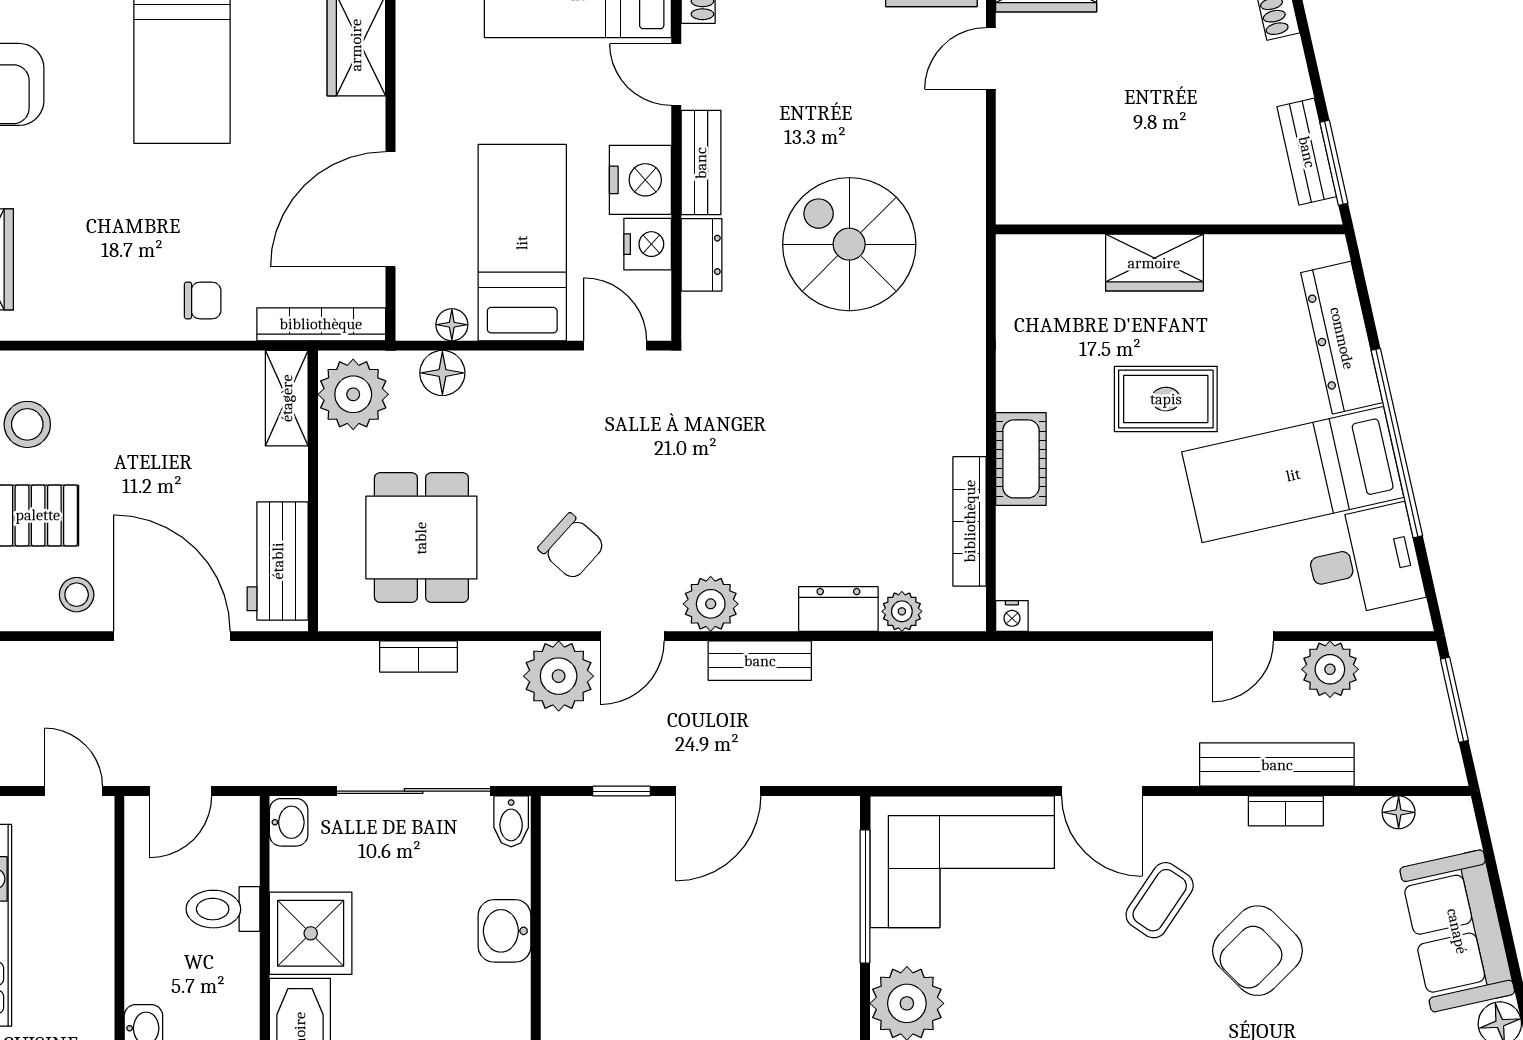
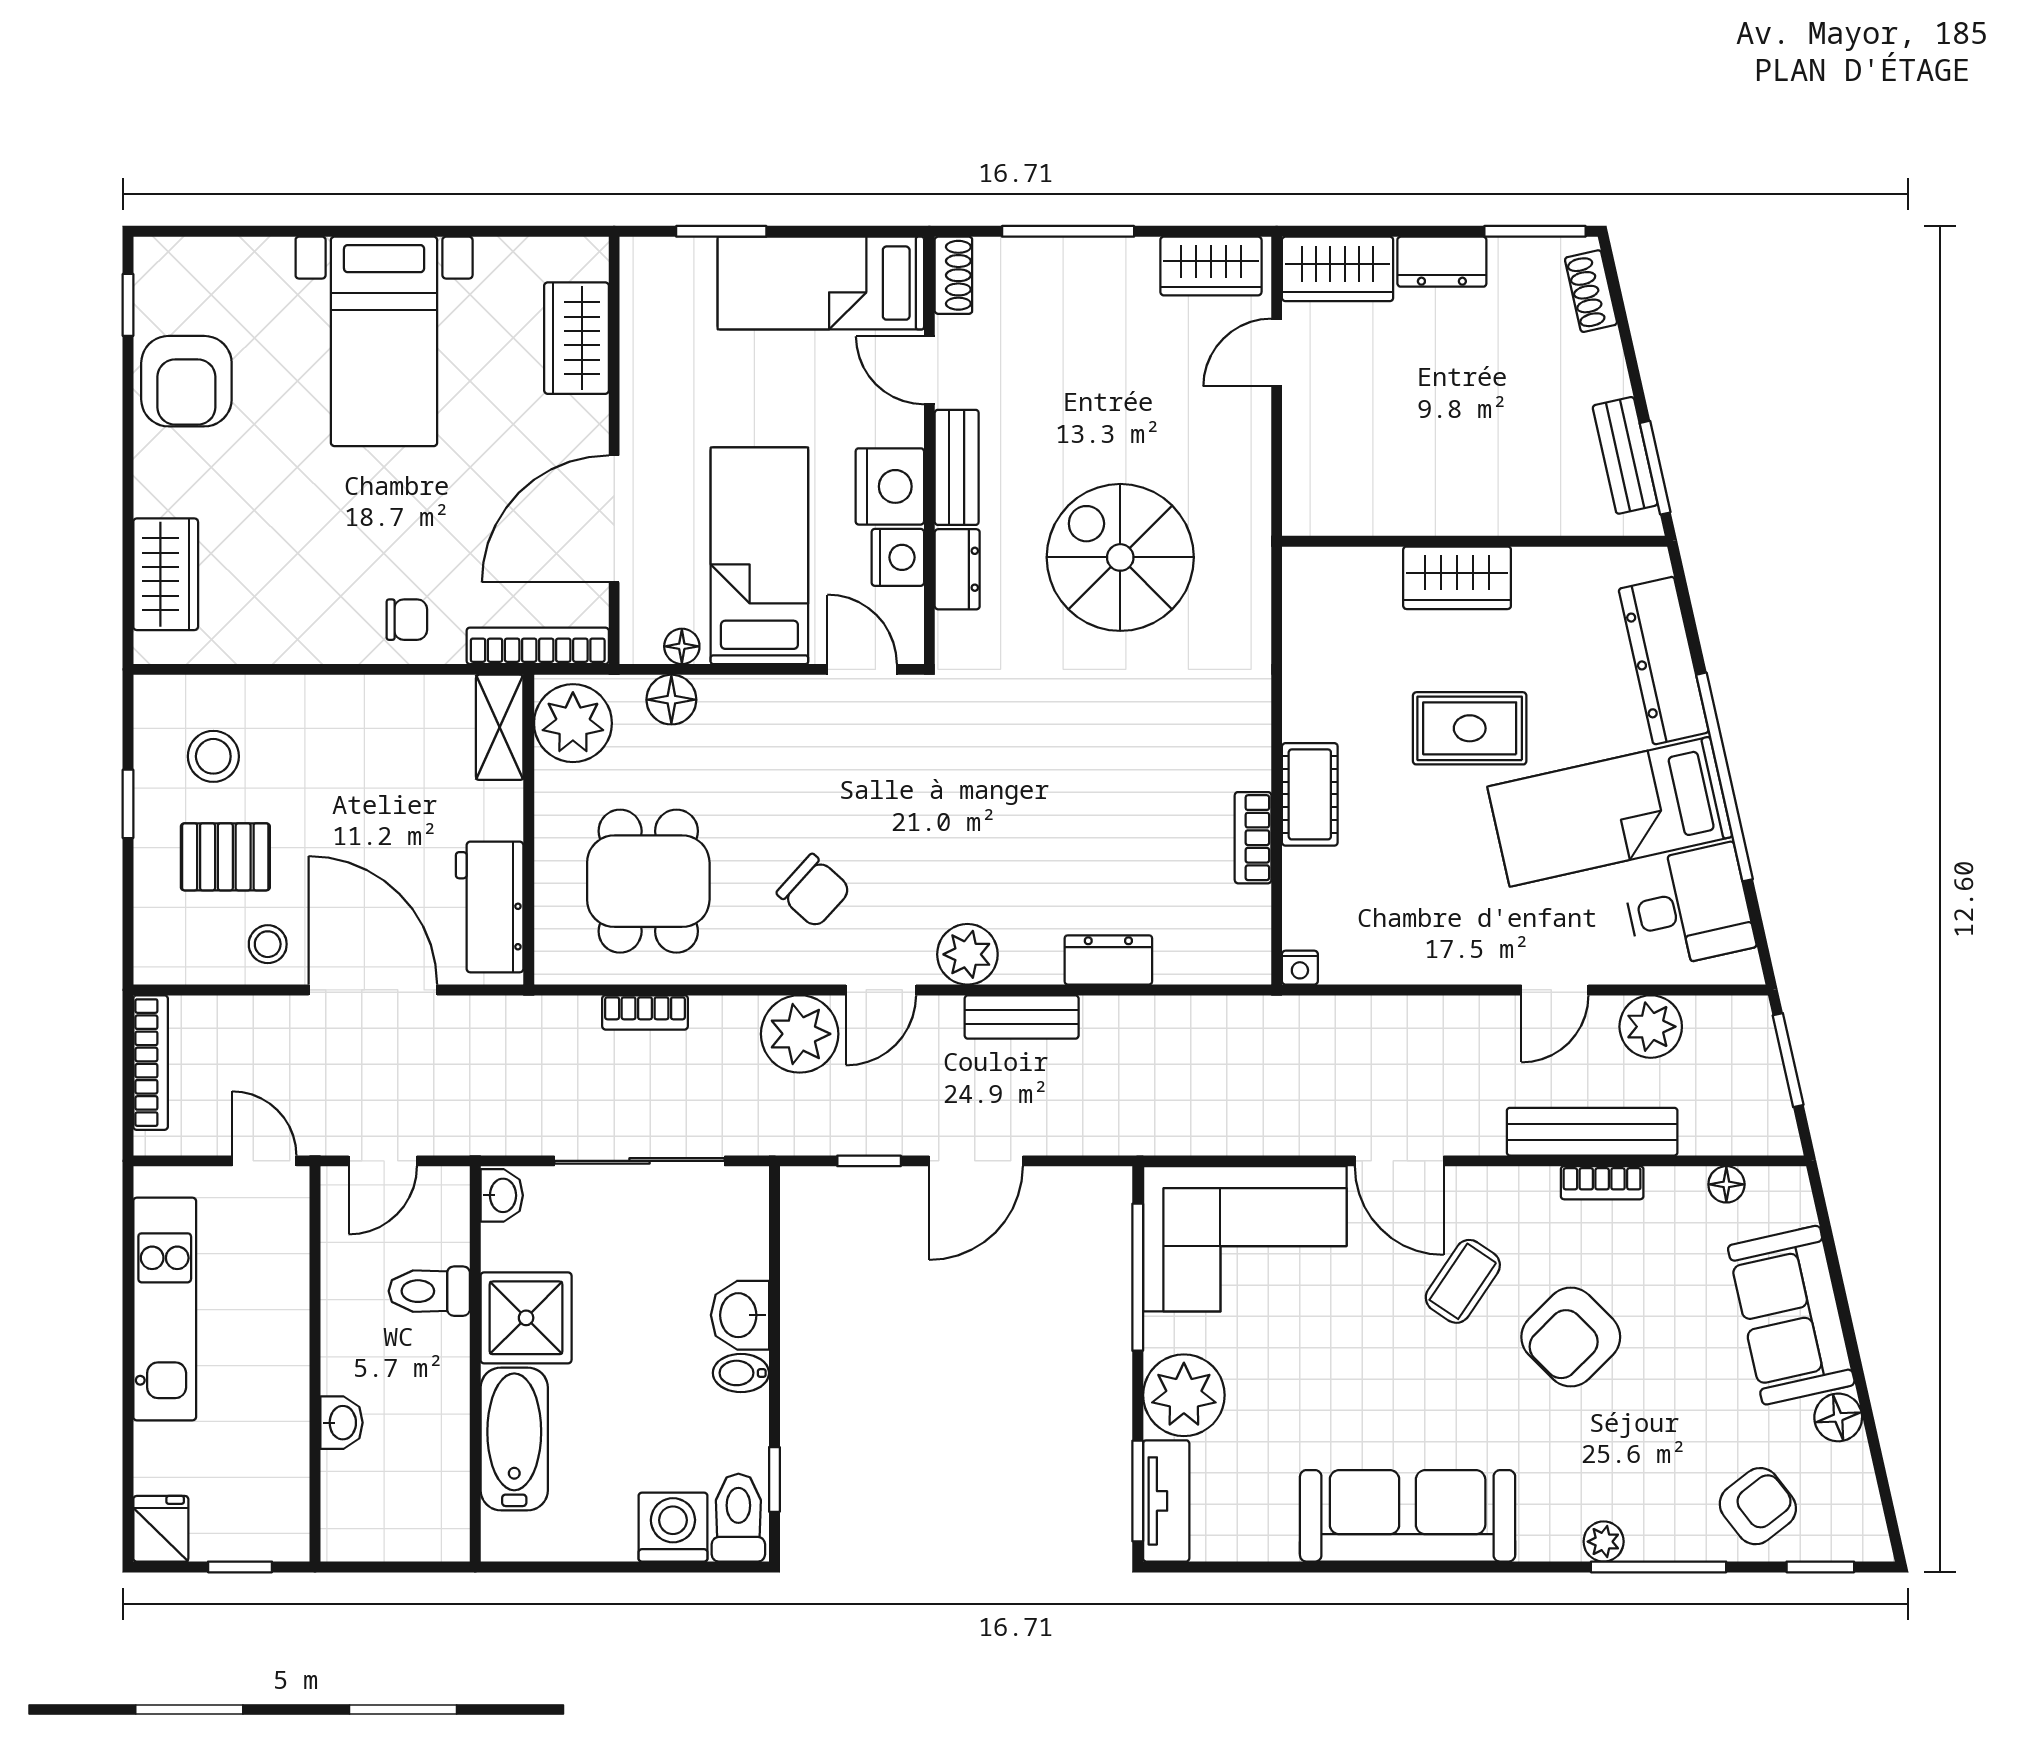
bookcase: (970, 521) -> (1253, 838), width x0.64
plant: (902, 611) -> (1178, 963), removed
bidet: (511, 821) -> (741, 1373), moved, turned 90

